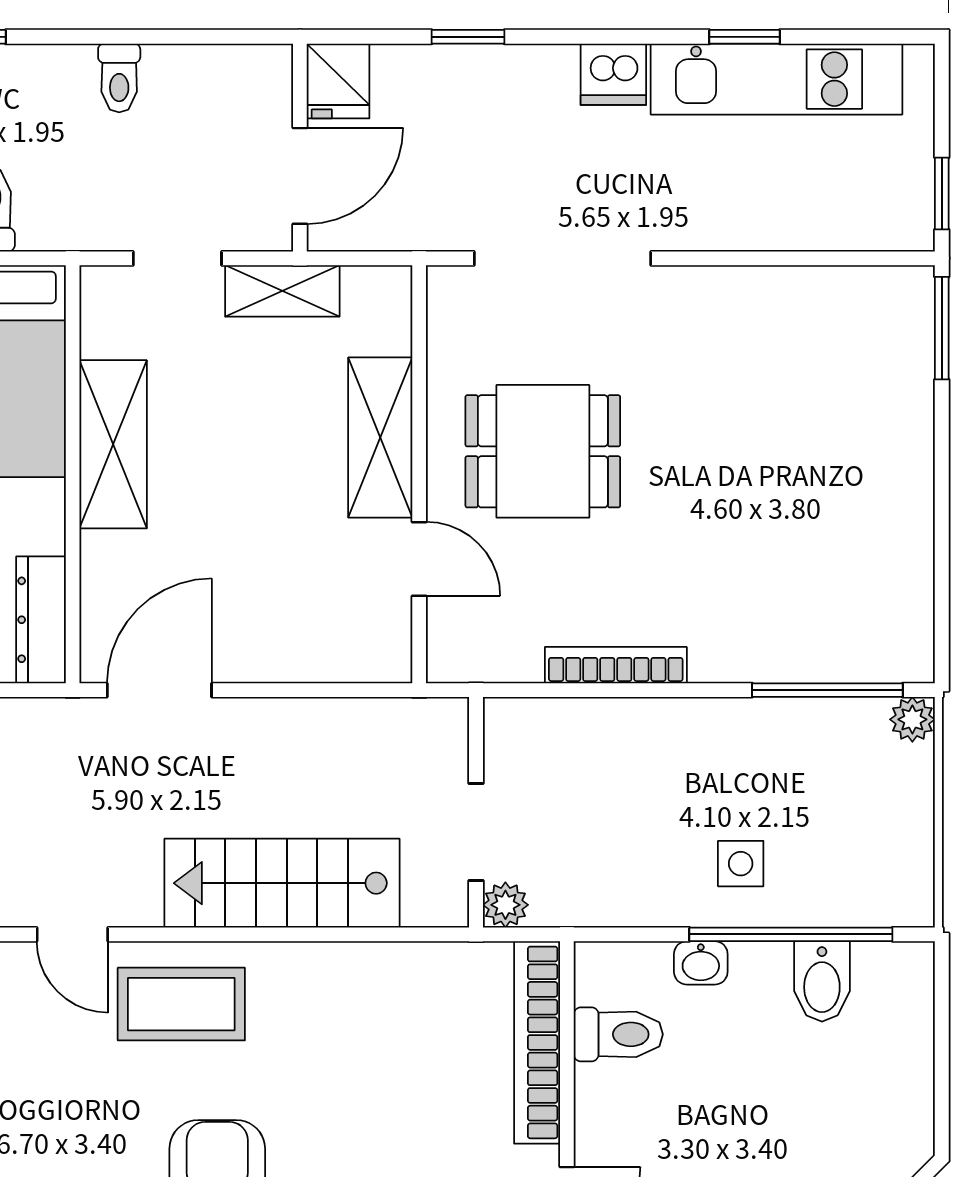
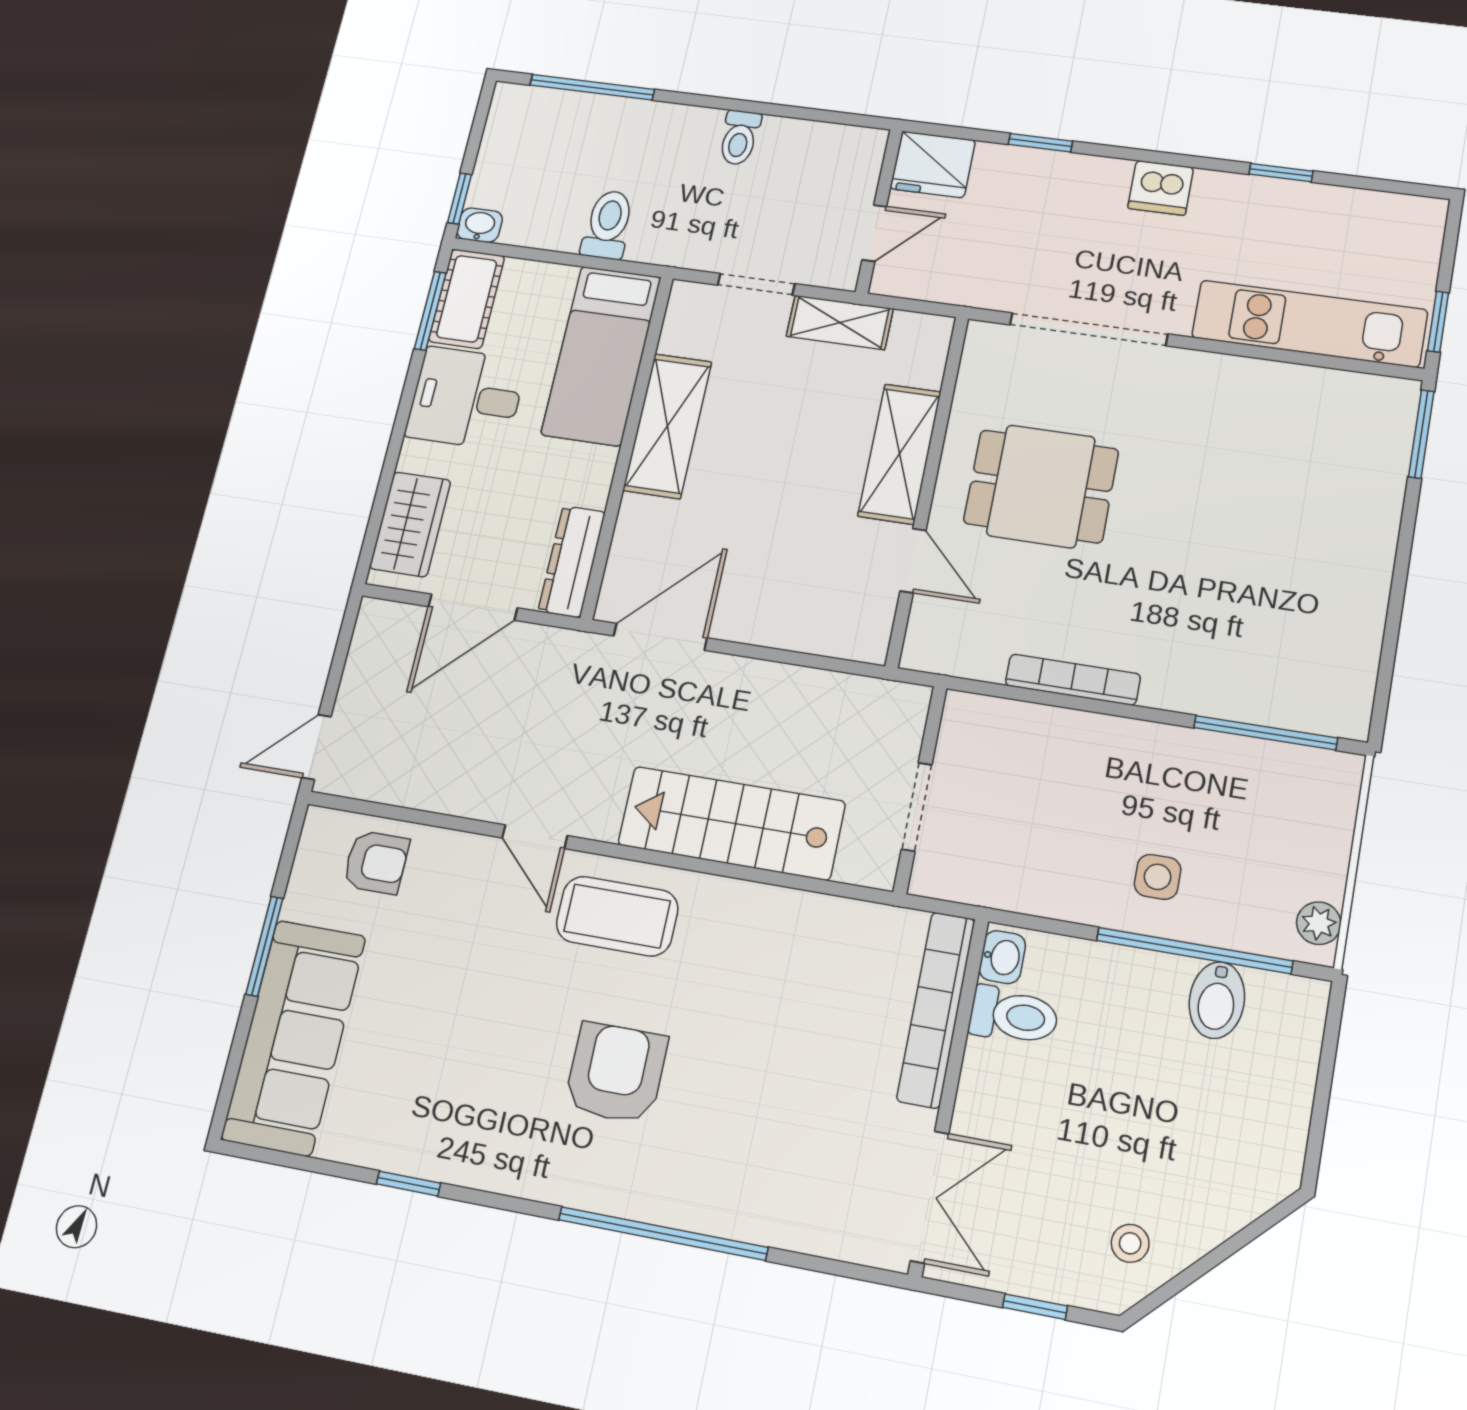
kitchen unit: (777, 79) -> (1309, 324), moved, turned 180
fridge: (338, 81) -> (933, 165), width x1.38
door: (300, 176) -> (874, 233), width x0.73
plant: (912, 719) -> (1319, 923), moved
plant: (505, 905) -> (931, 877), removed
washbasin: (701, 963) -> (1002, 957), moved, turned -90

